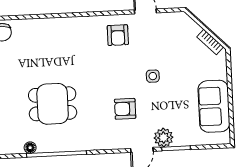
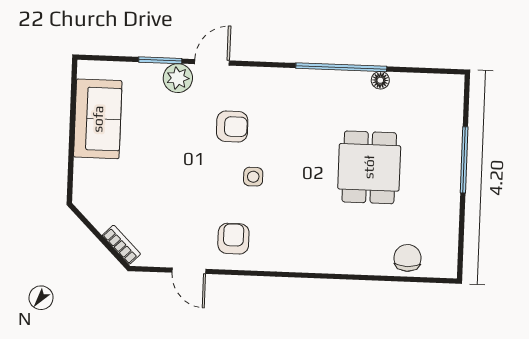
bookcase: (210, 42) -> (121, 245), moved
side table: (153, 76) -> (253, 177), moved
dining table: (53, 104) -> (369, 167), moved, turned 90

